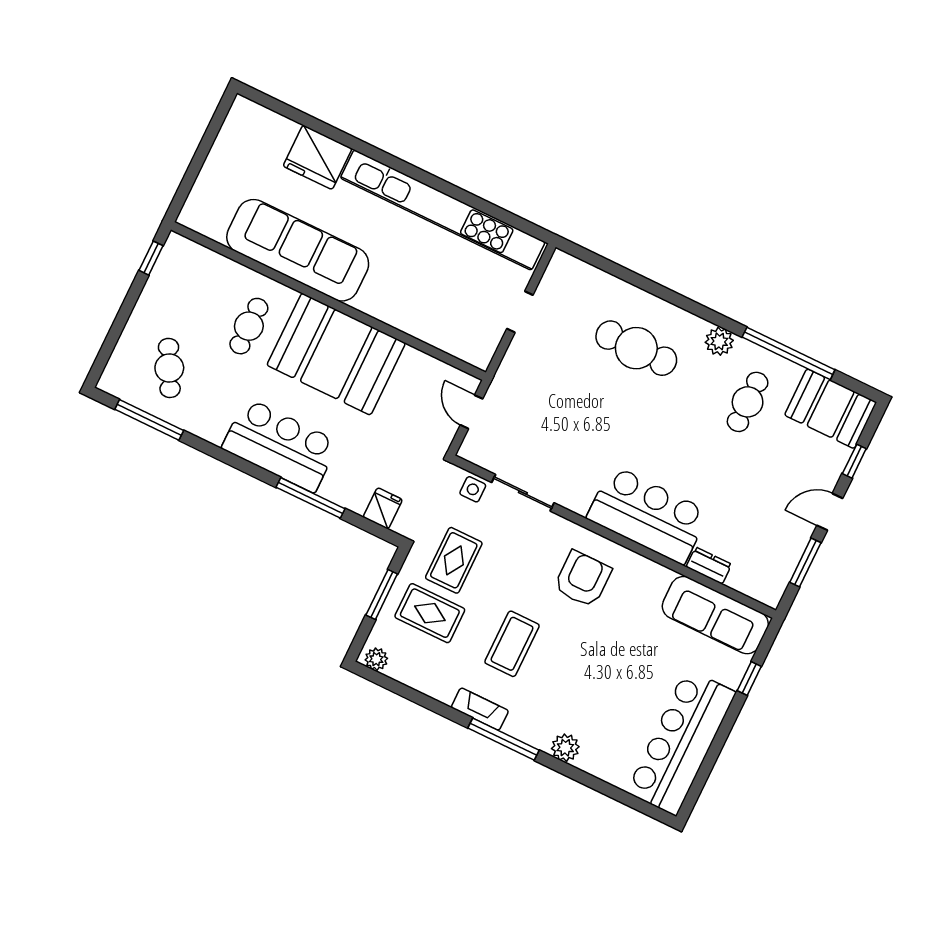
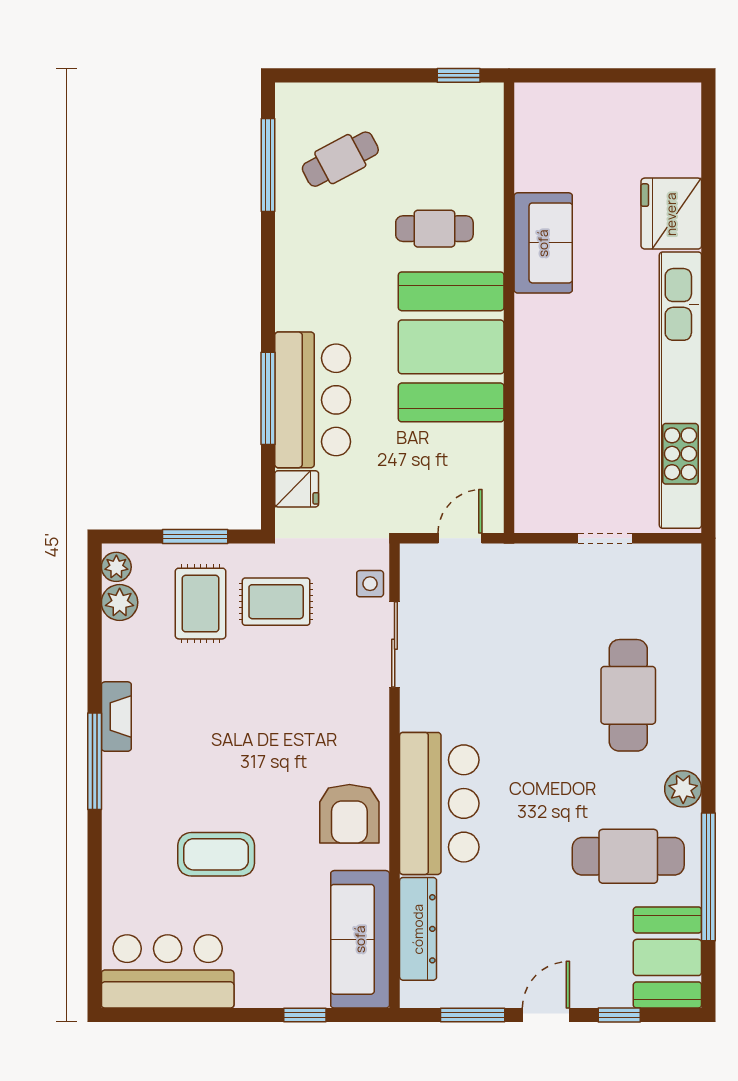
sofa: (298, 250) -> (543, 243), width x0.54, depth x0.79
cafe table: (748, 402) -> (628, 856), width x1.37, depth x1.35
bar counter: (280, 445) -> (313, 400), moved
door: (830, 512) -> (546, 1015), hinge flipped
dresser: (709, 566) -> (418, 929), width x1.96, depth x1.24
armchair: (583, 579) -> (349, 814), moved, turned 90
coffee table: (512, 644) -> (216, 854), moved
bar counter: (681, 742) -> (168, 971), width x0.73
plant: (565, 748) -> (120, 602), moved

